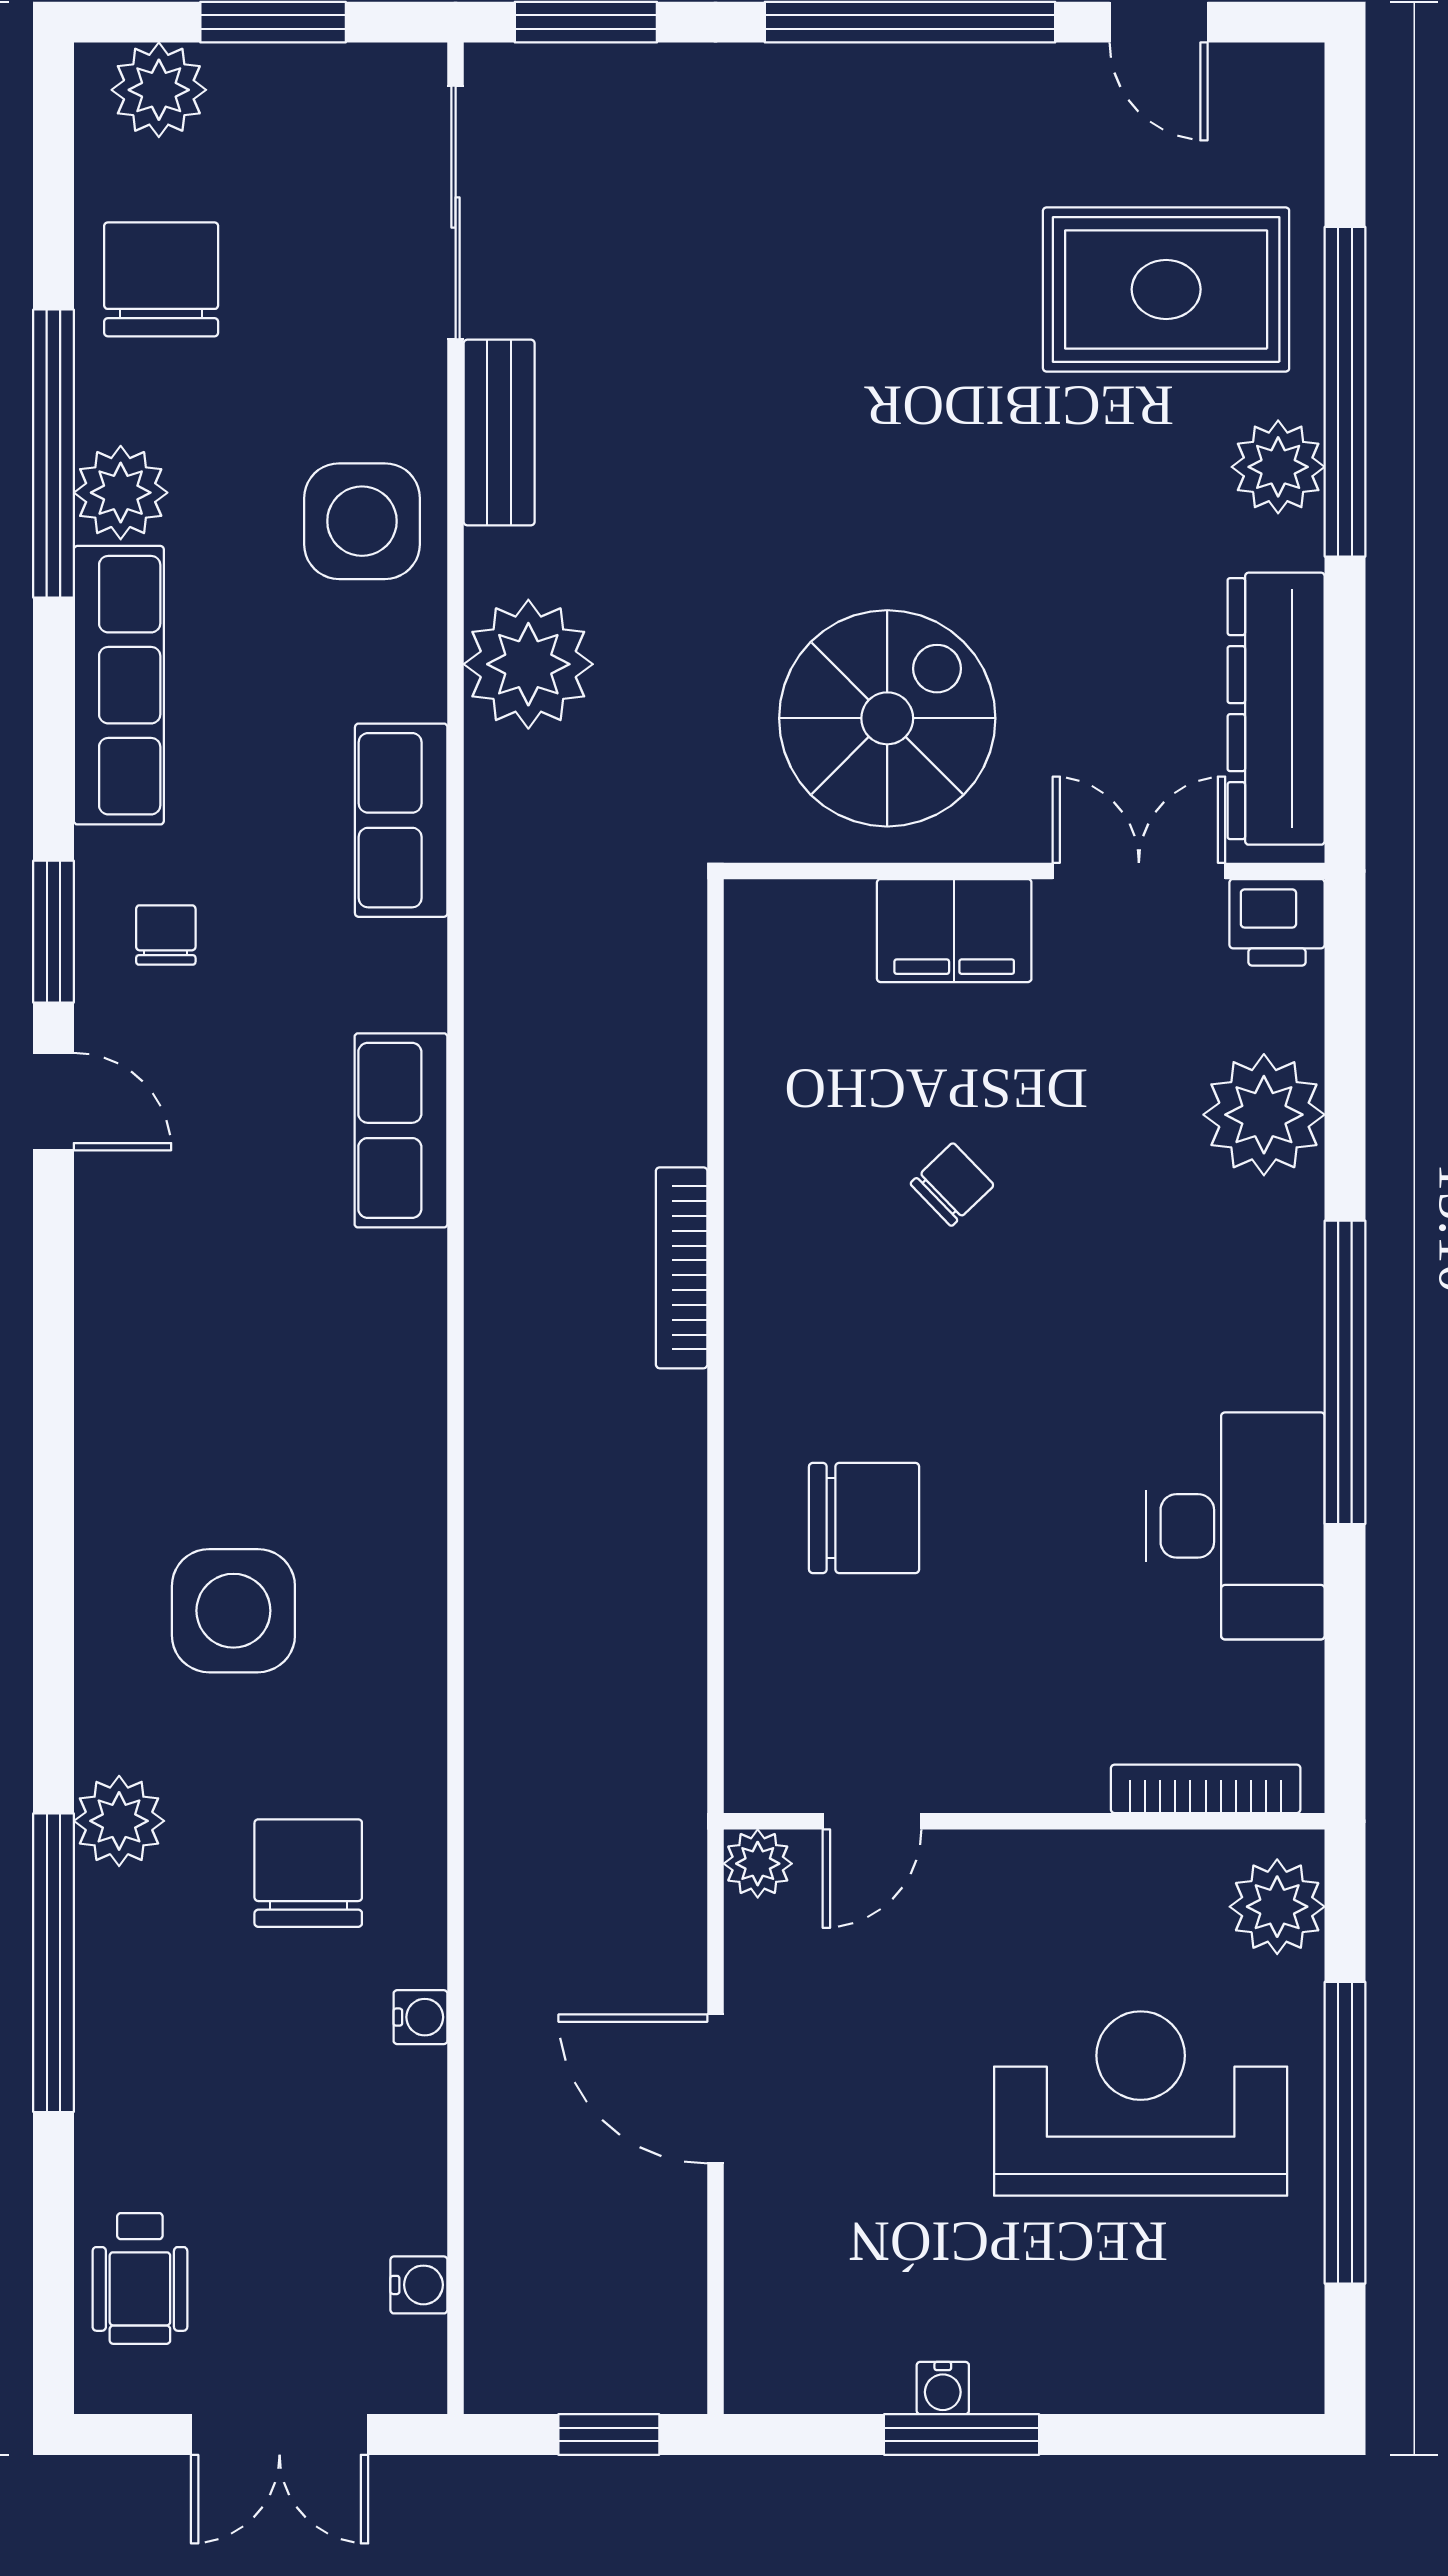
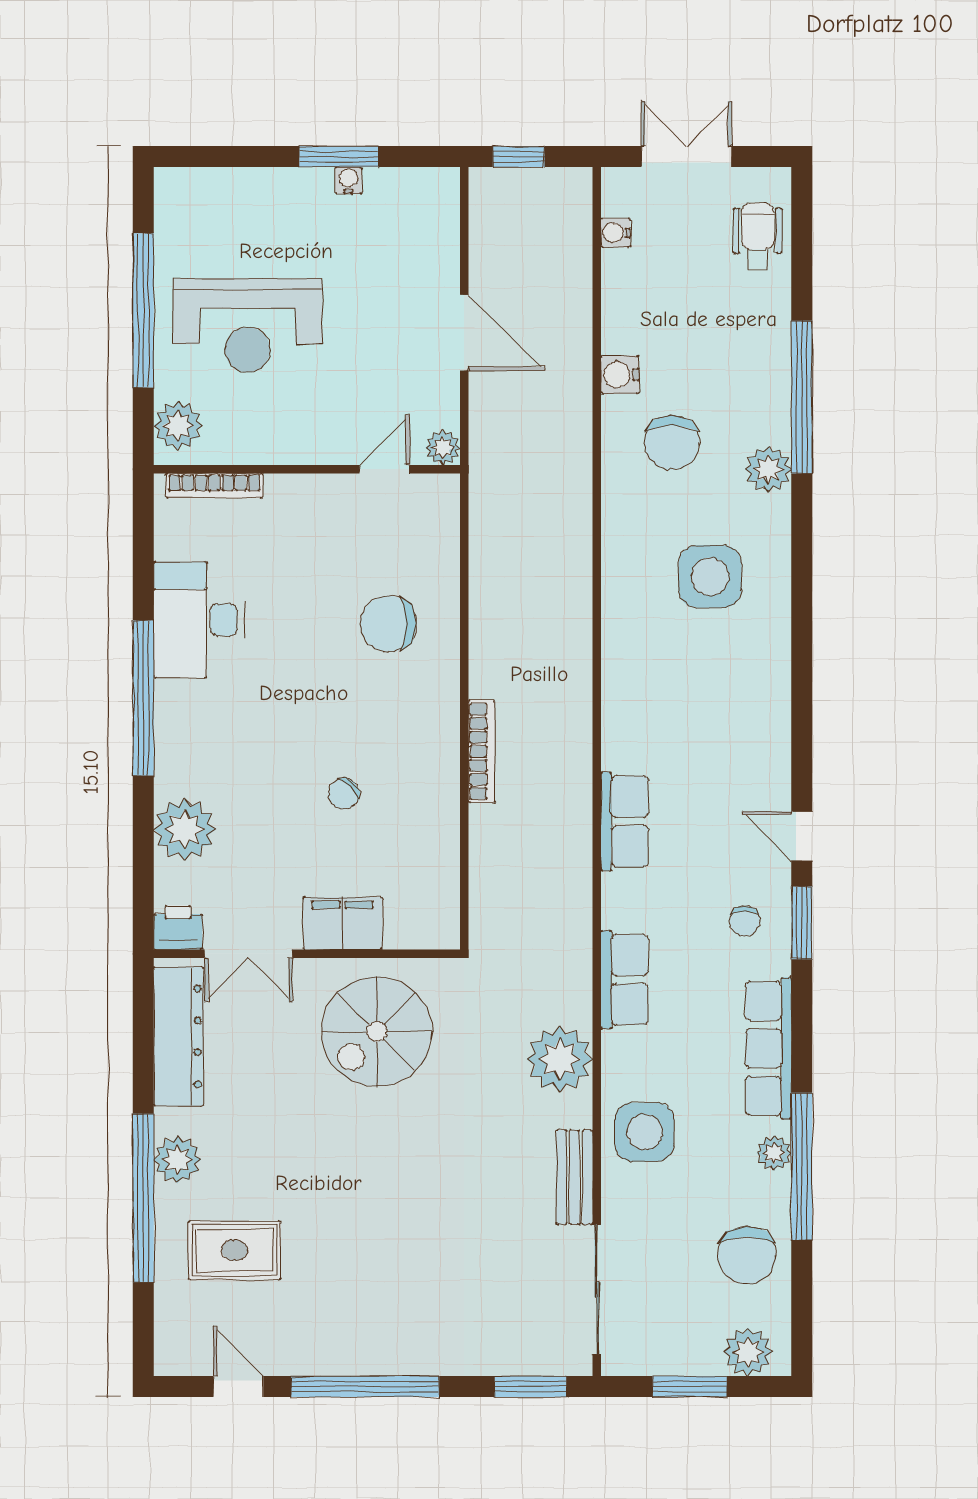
rug: (1166, 289) -> (235, 1250), width x0.73, depth x0.70
plant: (121, 493) -> (774, 1153), width x0.73, depth x0.73
water cooler: (420, 2017) -> (620, 375), width x1.38, depth x1.38

